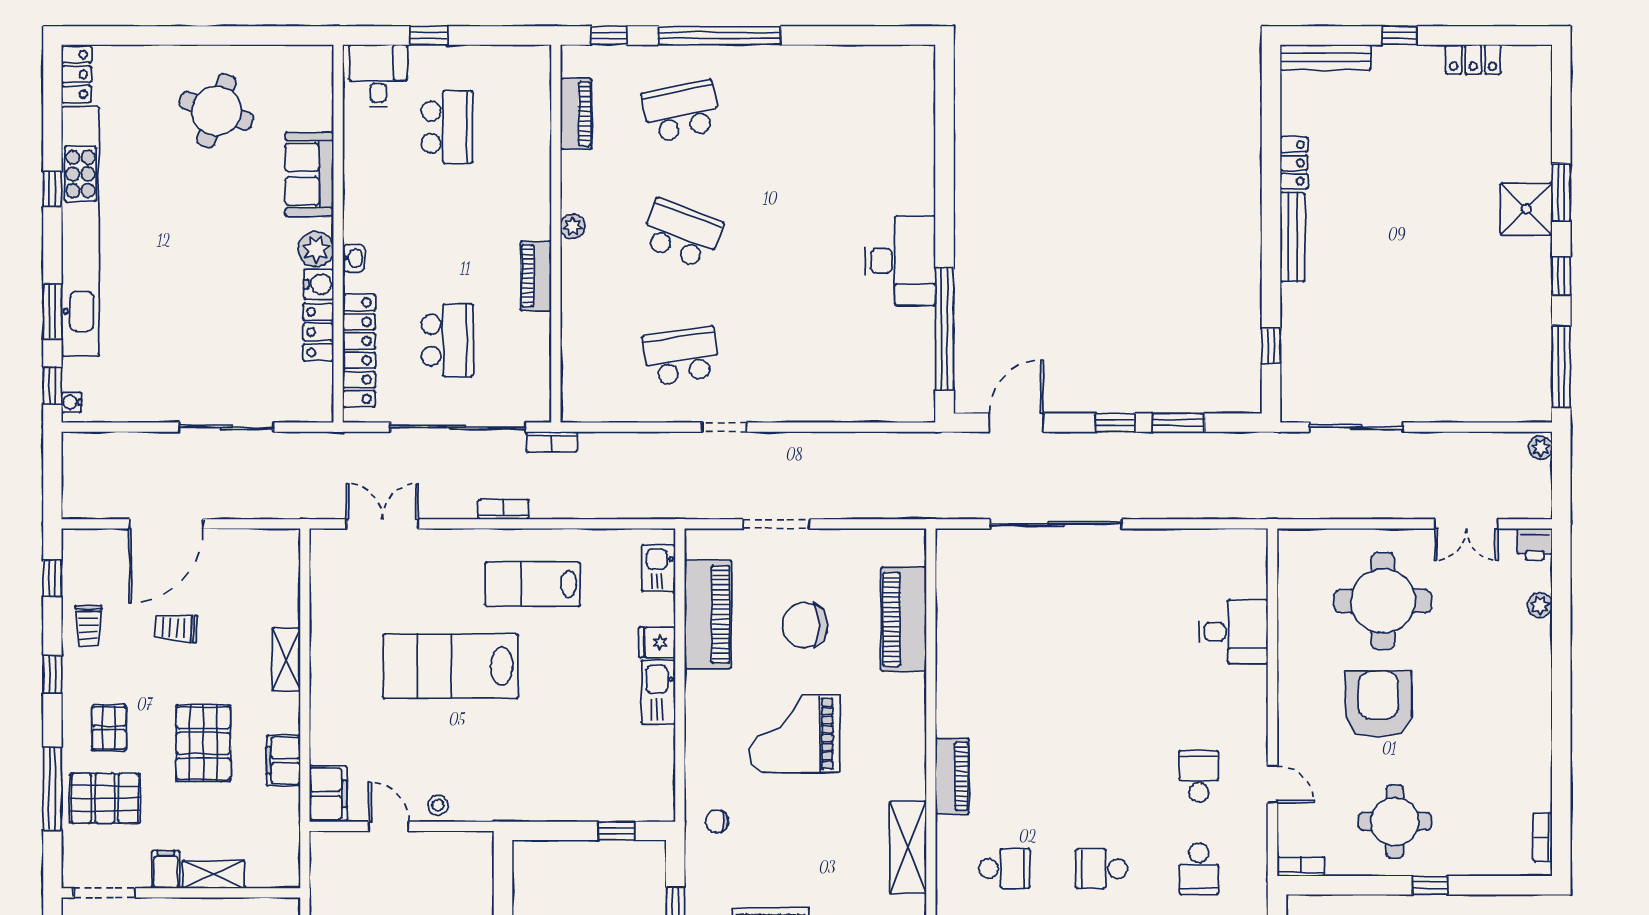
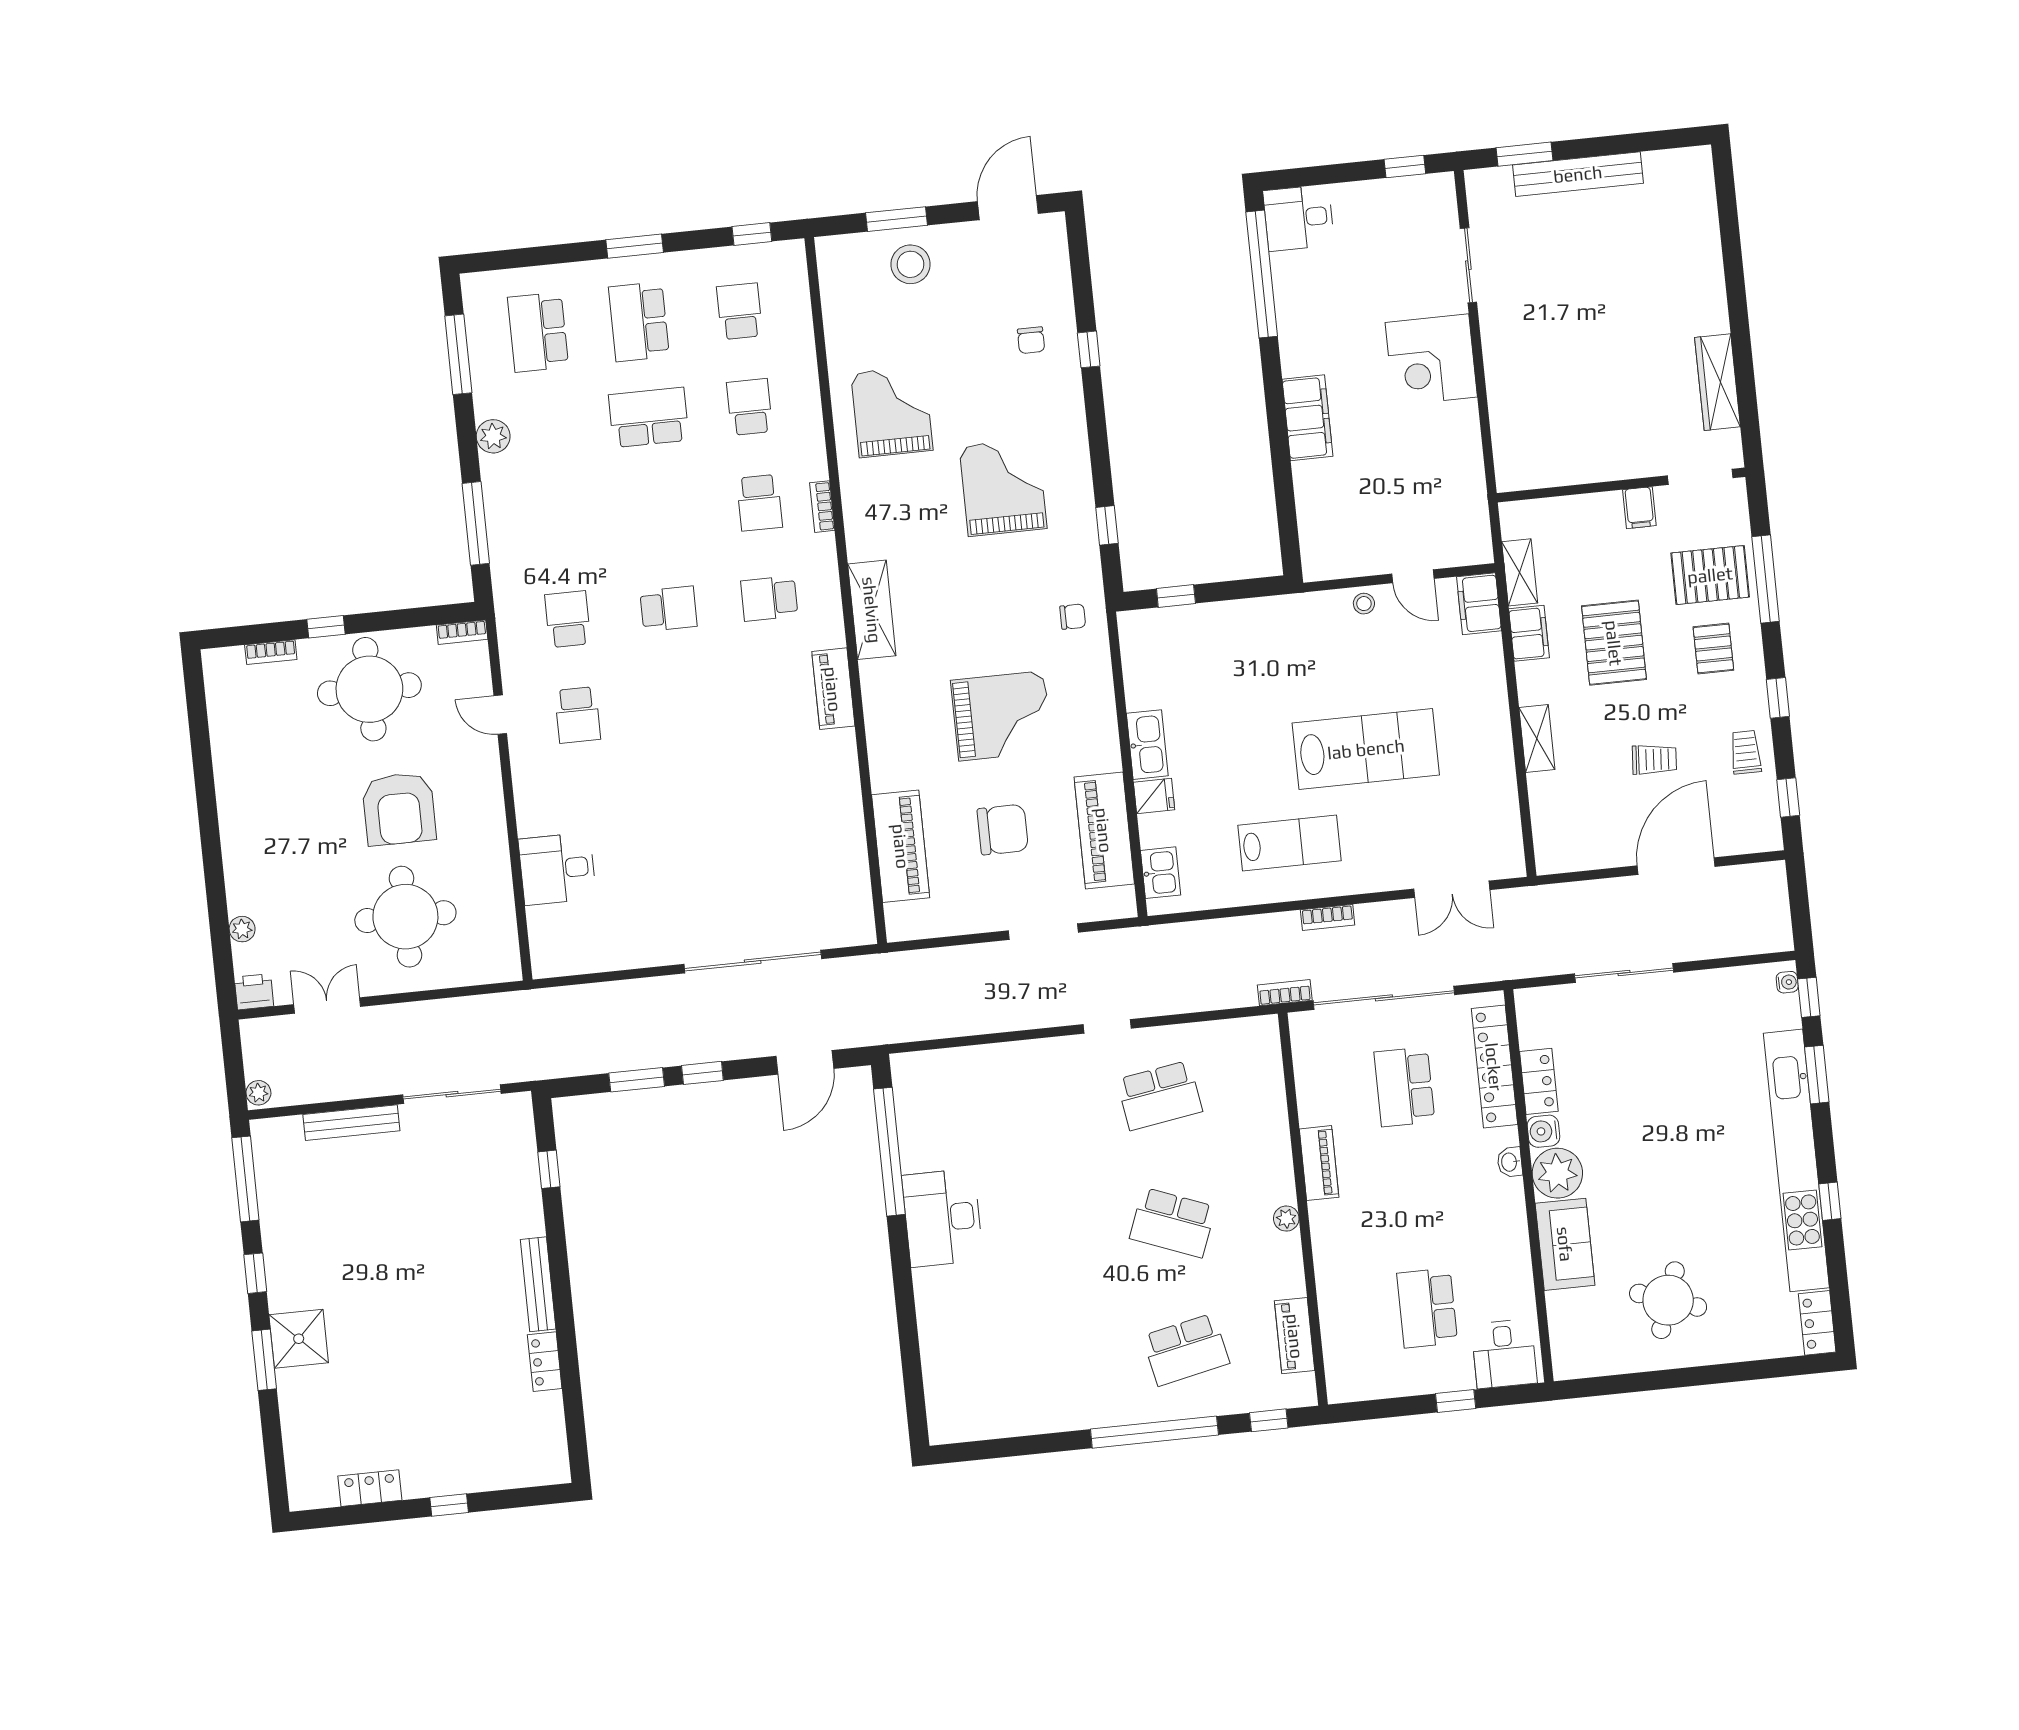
bench: (1326, 57) -> (351, 1123), moved
plant: (316, 249) -> (1557, 1173), width x1.36, depth x1.36
round table: (1395, 821) -> (369, 689), width x1.36, depth x1.36
bookcase: (1543, 837) -> (271, 652), moved, turned 90
shelving: (214, 874) -> (1520, 572), moved, turned 90

